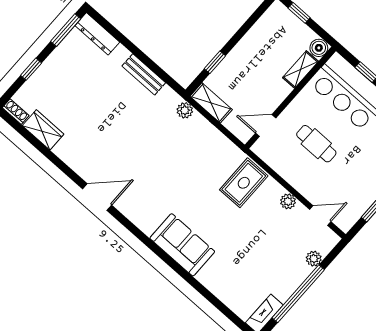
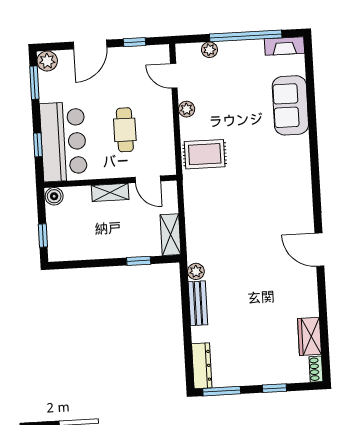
shelving: (300, 70) -> (110, 192), moved
plant: (185, 110) -> (196, 271), moved
sofa: (182, 245) -> (290, 105), moved

